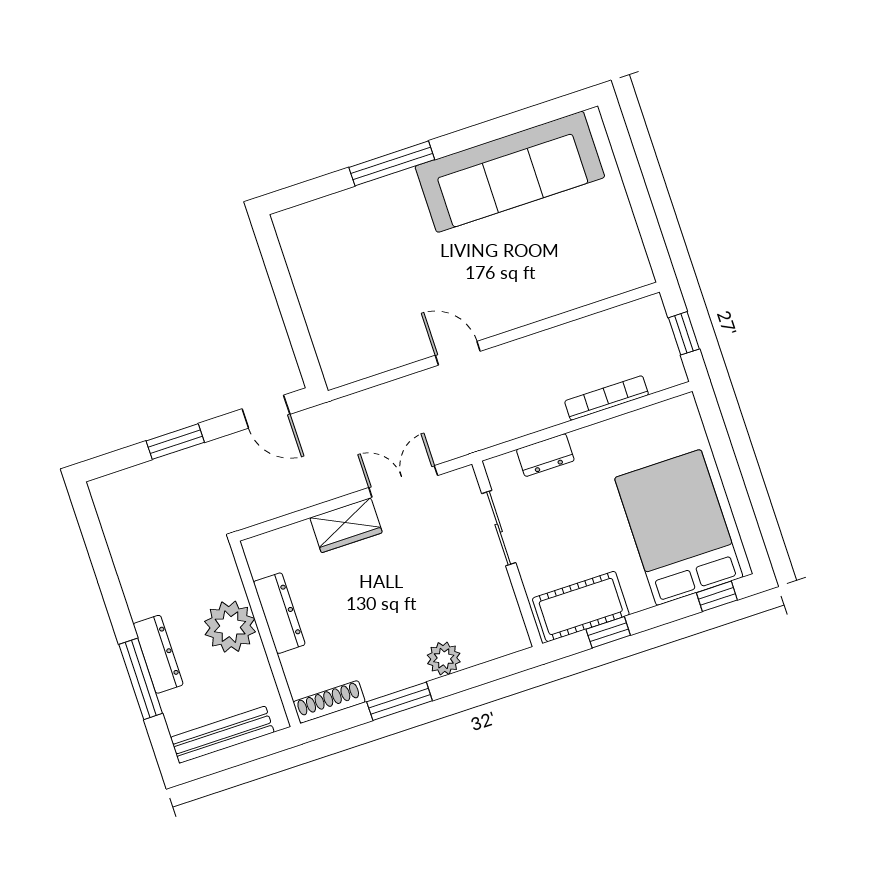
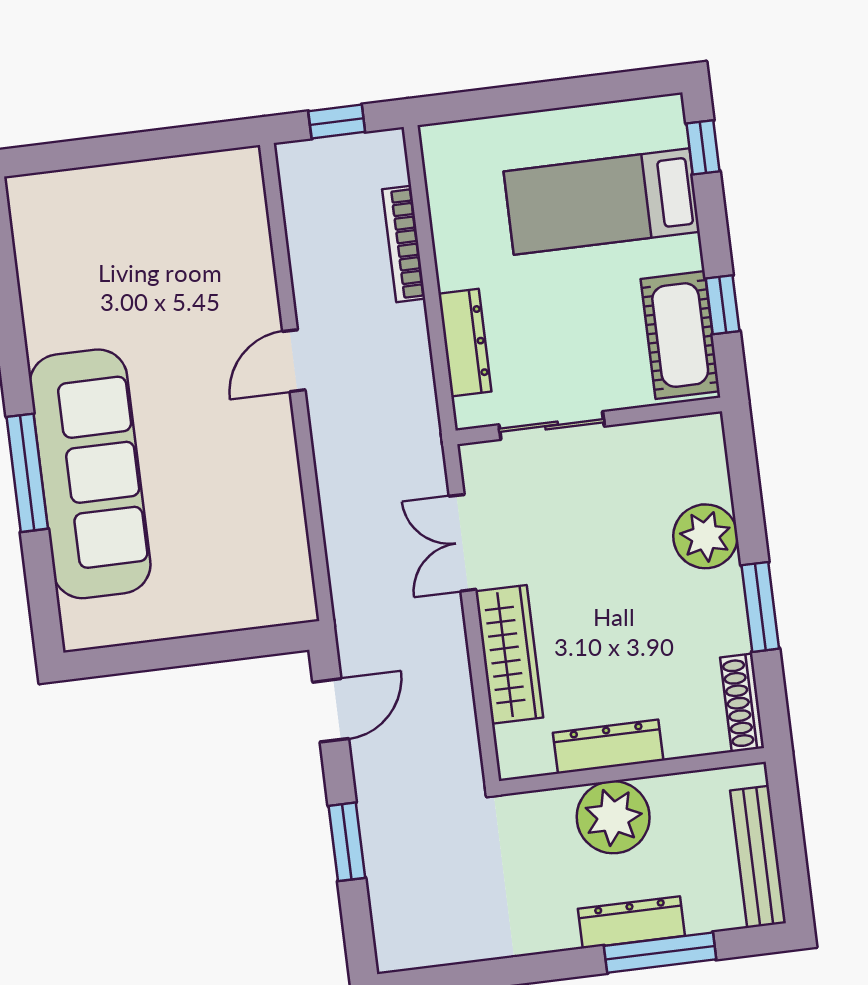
sofa: (510, 172) -> (90, 474), moved
door: (458, 353) -> (294, 361), moved
dresser: (545, 455) -> (465, 343), width x1.44
wardrobe: (346, 525) -> (509, 654), width x1.50
bed: (679, 527) -> (602, 202), width x0.67
plant: (444, 658) -> (705, 536), width x1.36, depth x1.36

